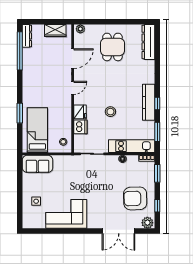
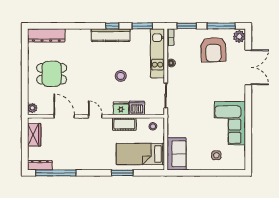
cot: (65, 115) -> (124, 124), added
window: (157, 206) -> (221, 26), width x2.17

